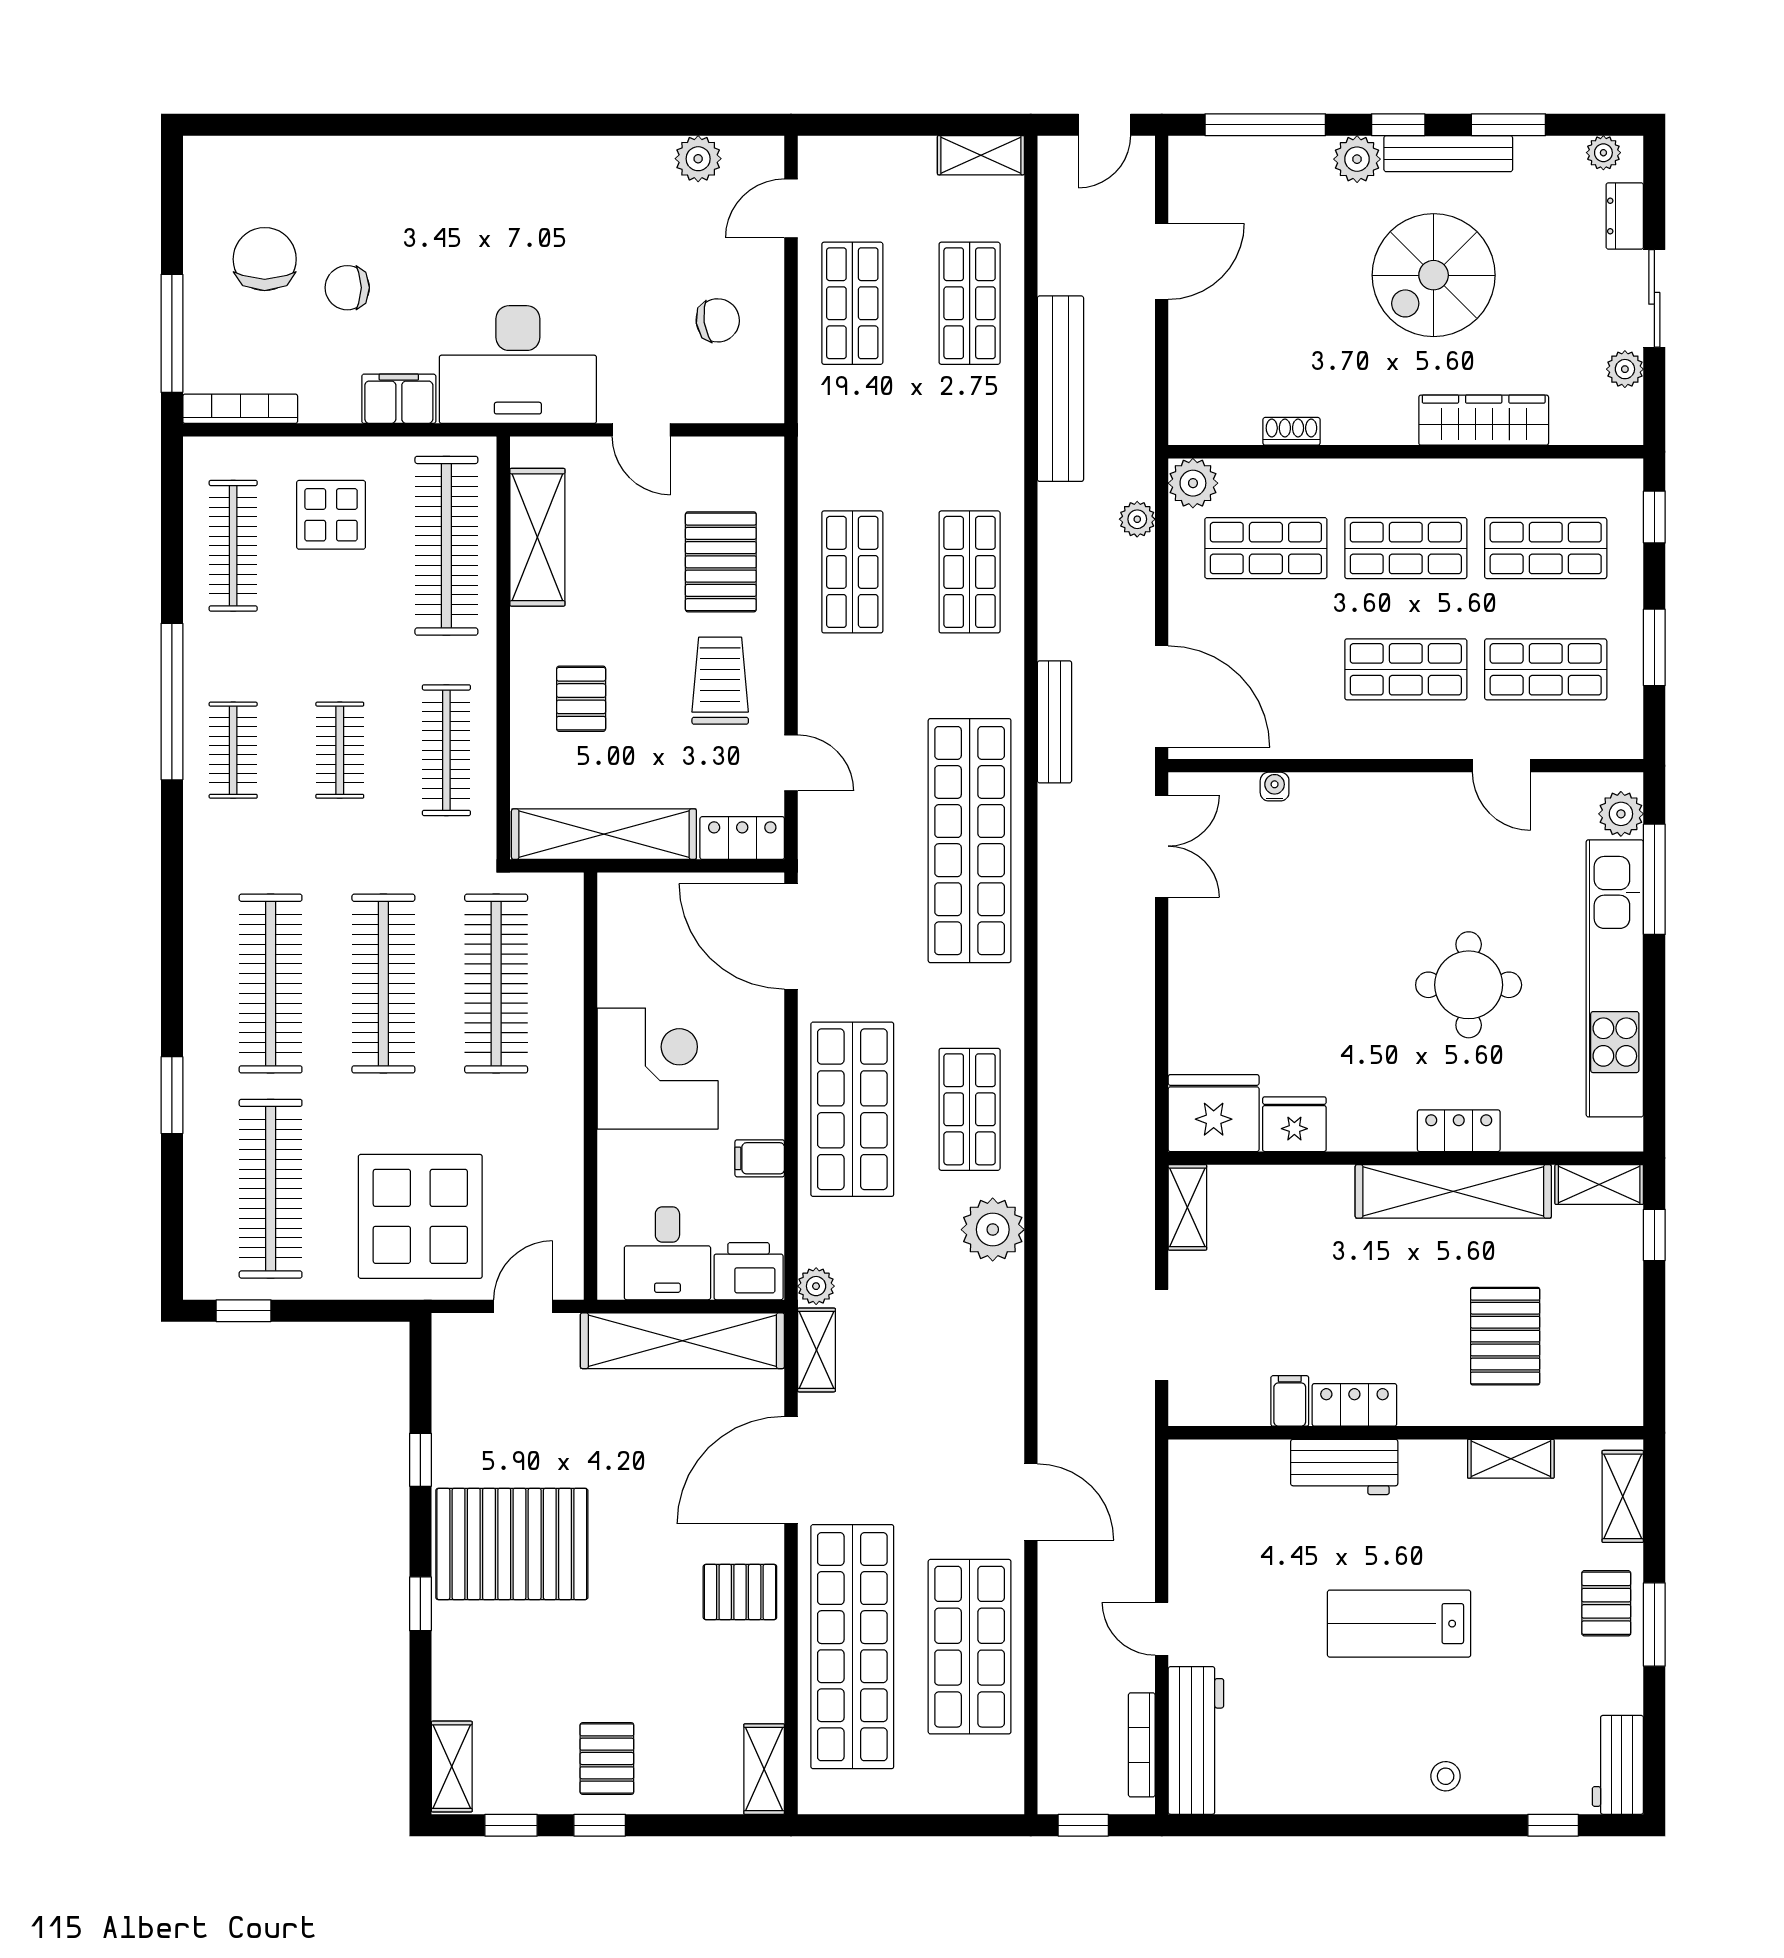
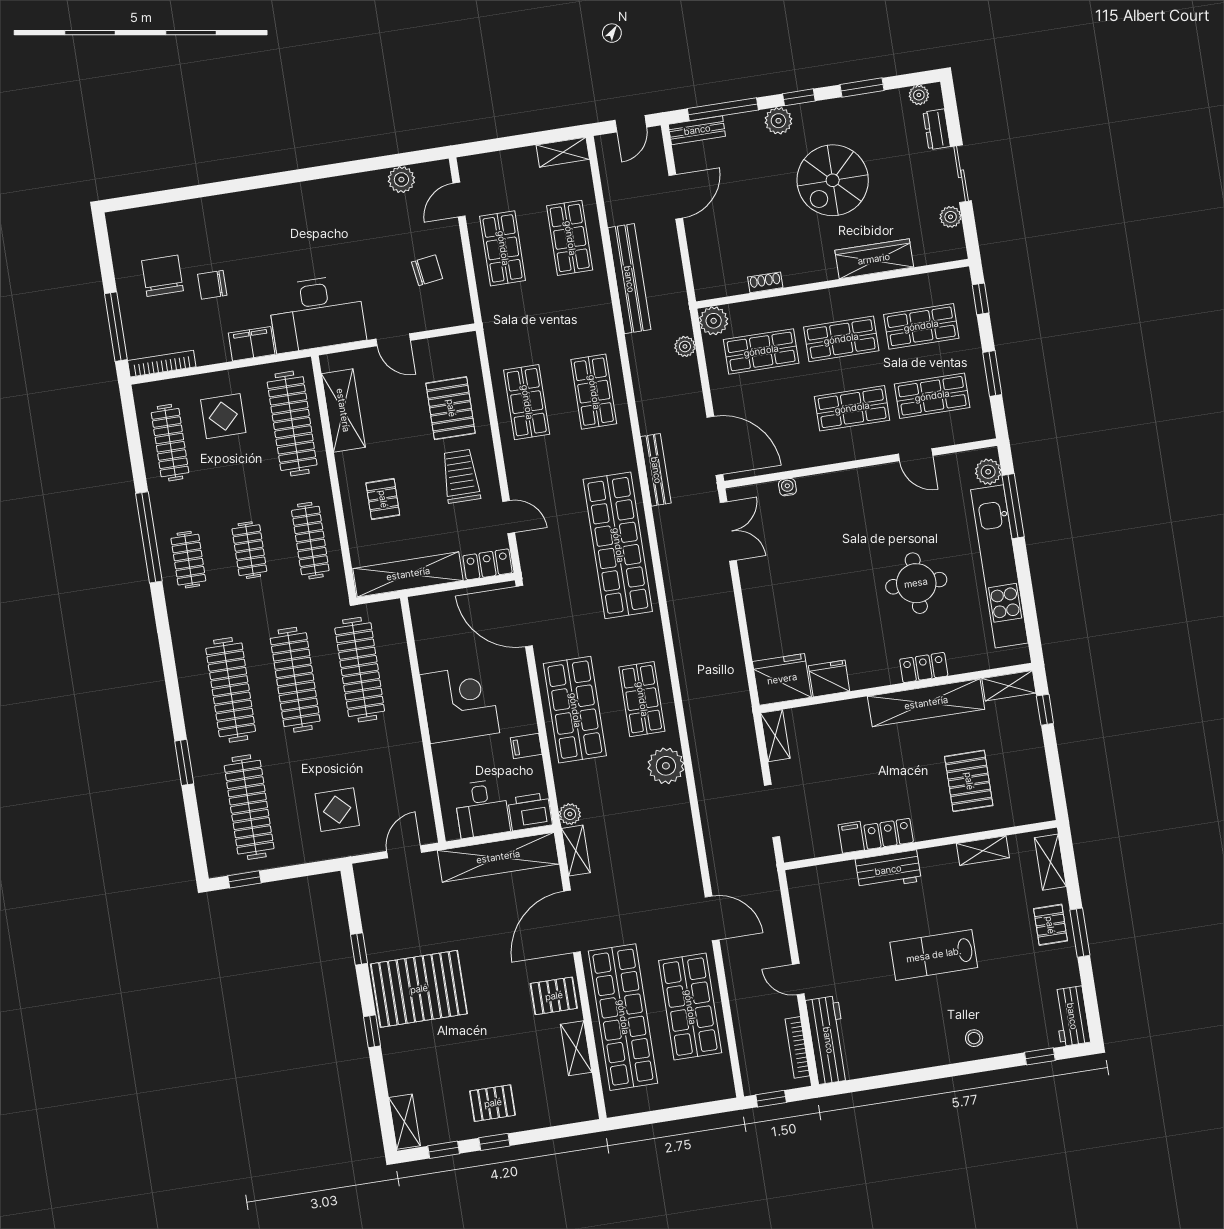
bench: (1448, 154) -> (697, 130), moved, width x0.73
display table: (420, 1216) -> (337, 810), width x0.54, depth x0.54
pallet: (607, 1759) -> (493, 1103), turned 90
shelving: (764, 1769) -> (576, 1048), moved

